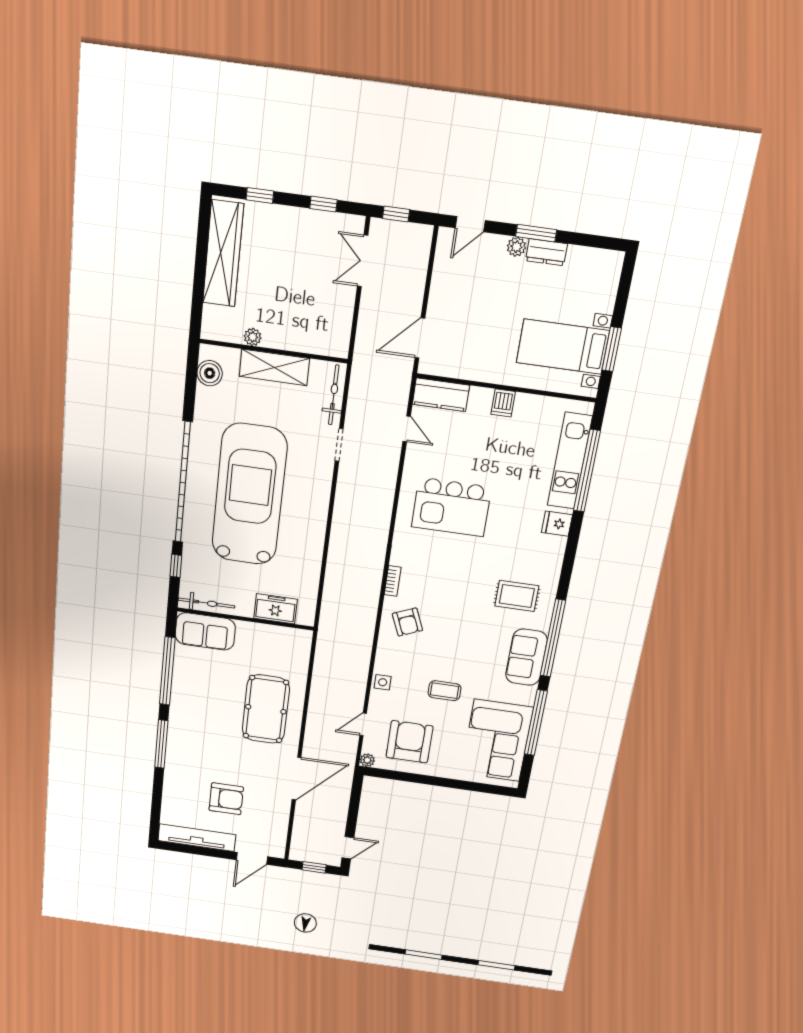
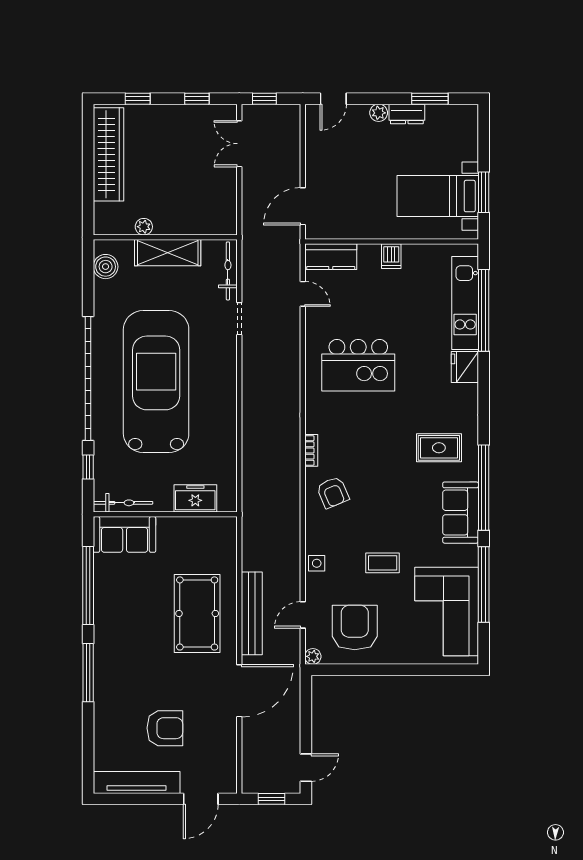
window: (536, 233) -> (430, 99), moved
fridge: (557, 524) -> (465, 367), width x1.38
bench: (316, 716) -> (252, 613), added

